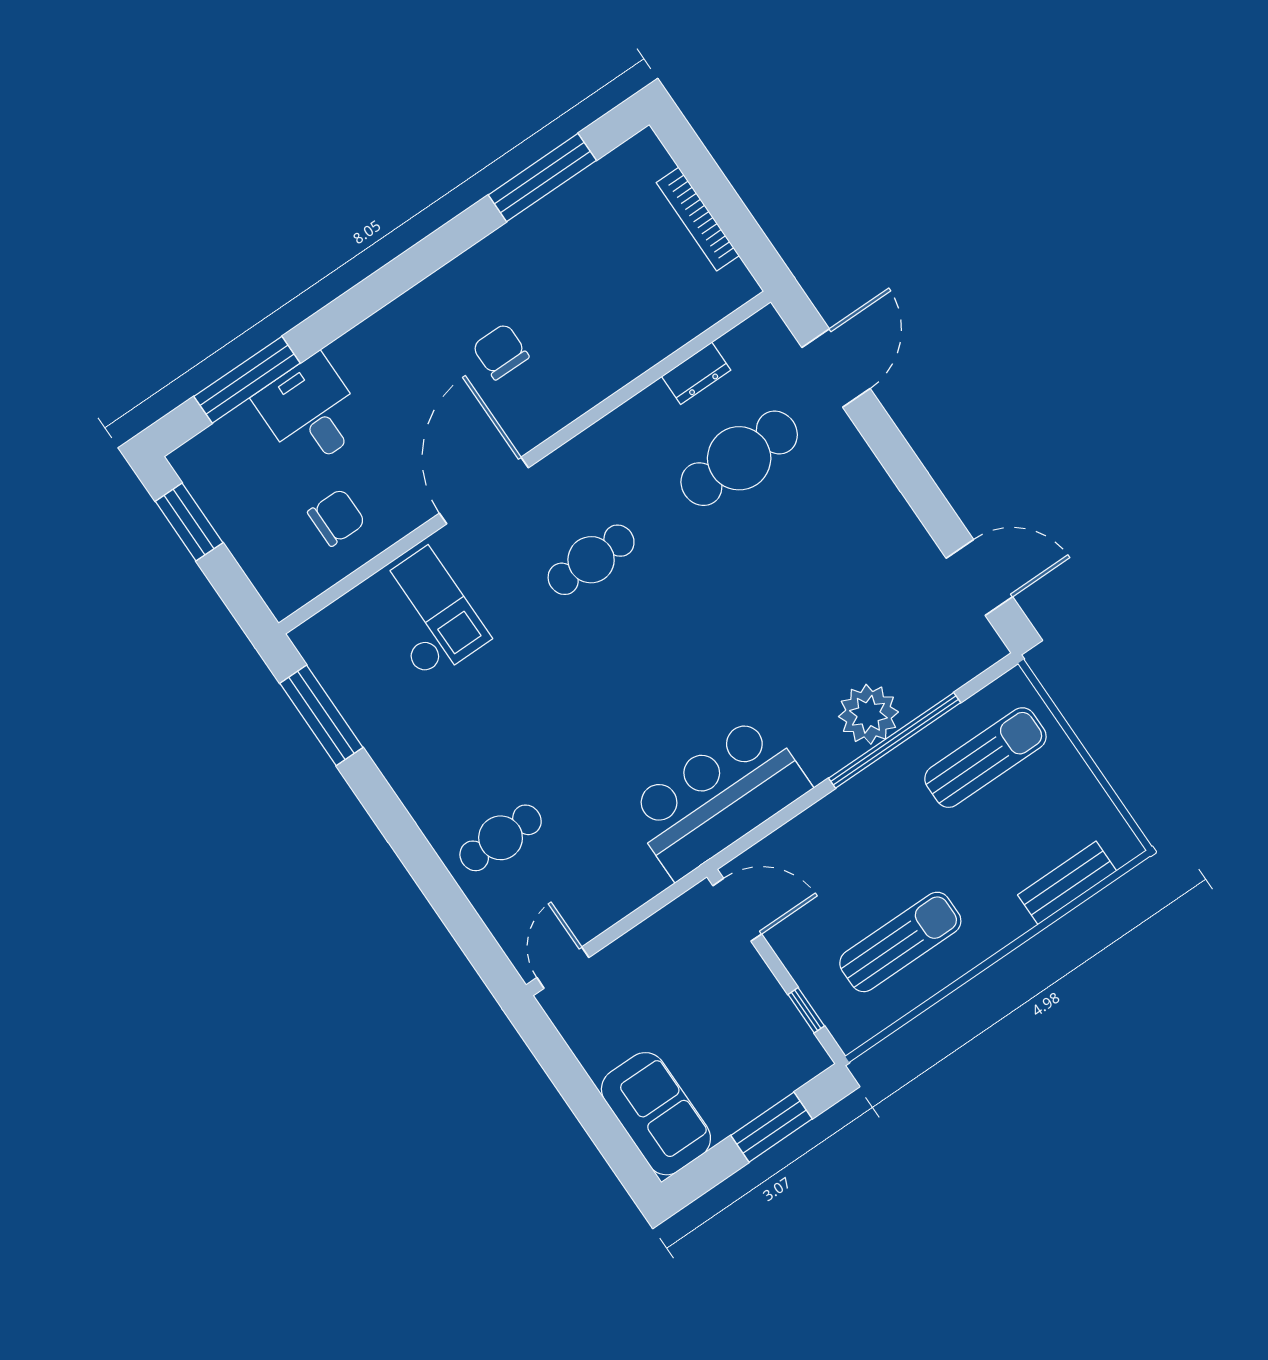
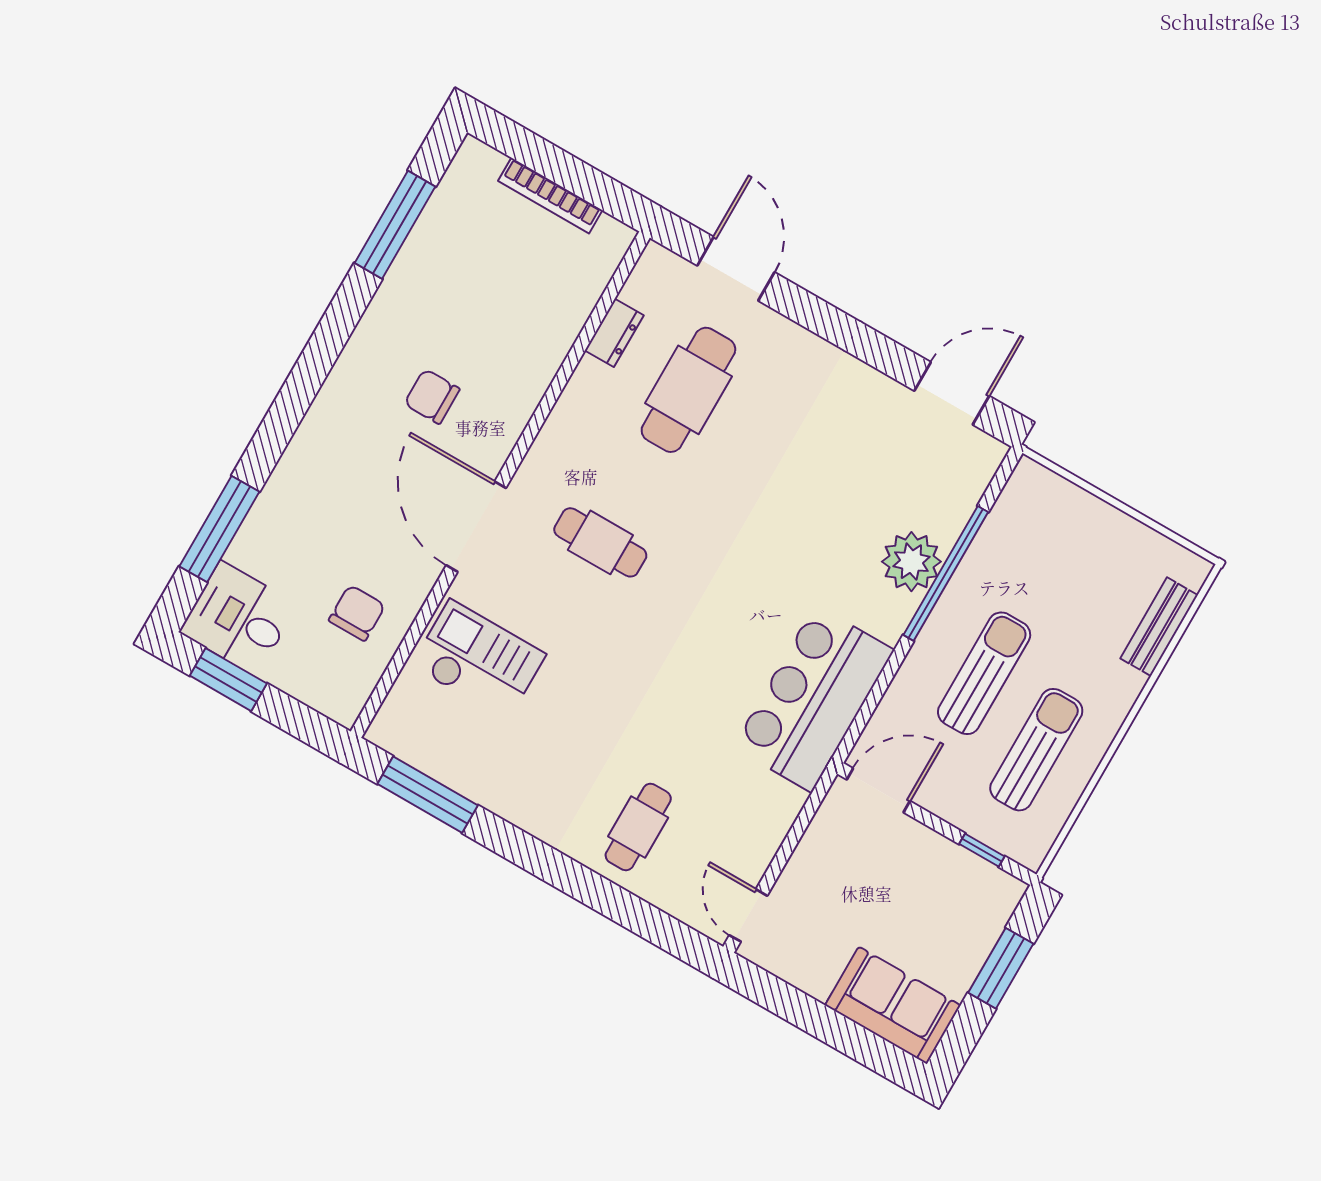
desk: (311, 412) -> (238, 618), moved
cafe table: (591, 560) -> (600, 542), turned 90
sun lounger: (985, 758) -> (984, 673), moved

